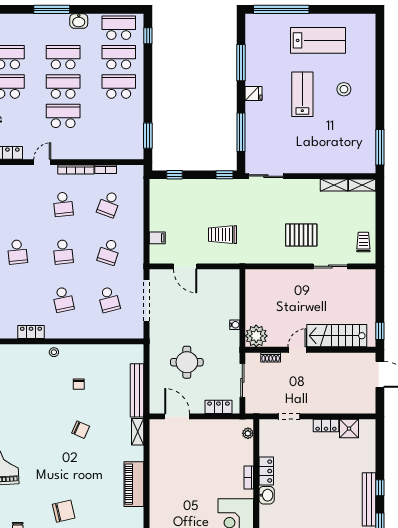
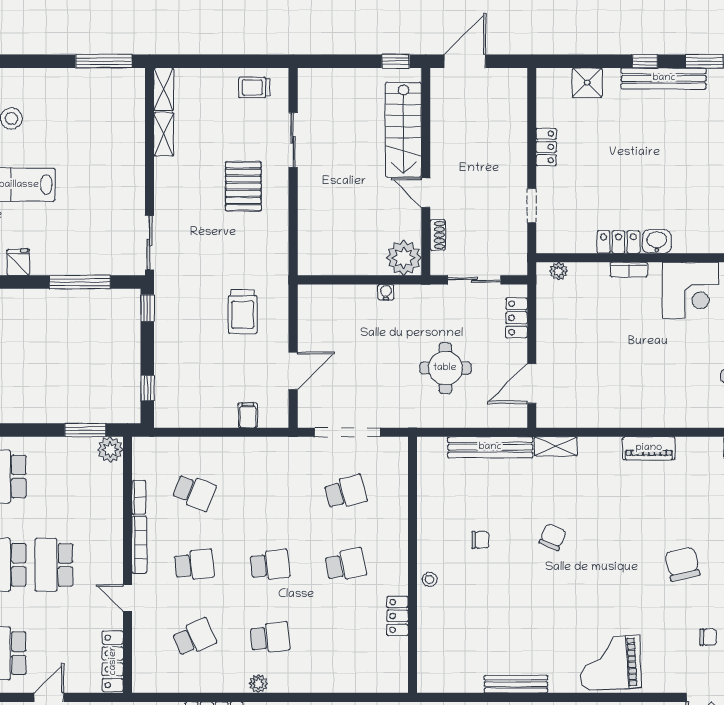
plant: (136, 151) -> (110, 450), added
school desk: (109, 252) -> (194, 638), moved, turned -42
shower: (349, 429) -> (587, 83), moved
piano: (134, 484) -> (649, 448), width x0.73, depth x0.75

